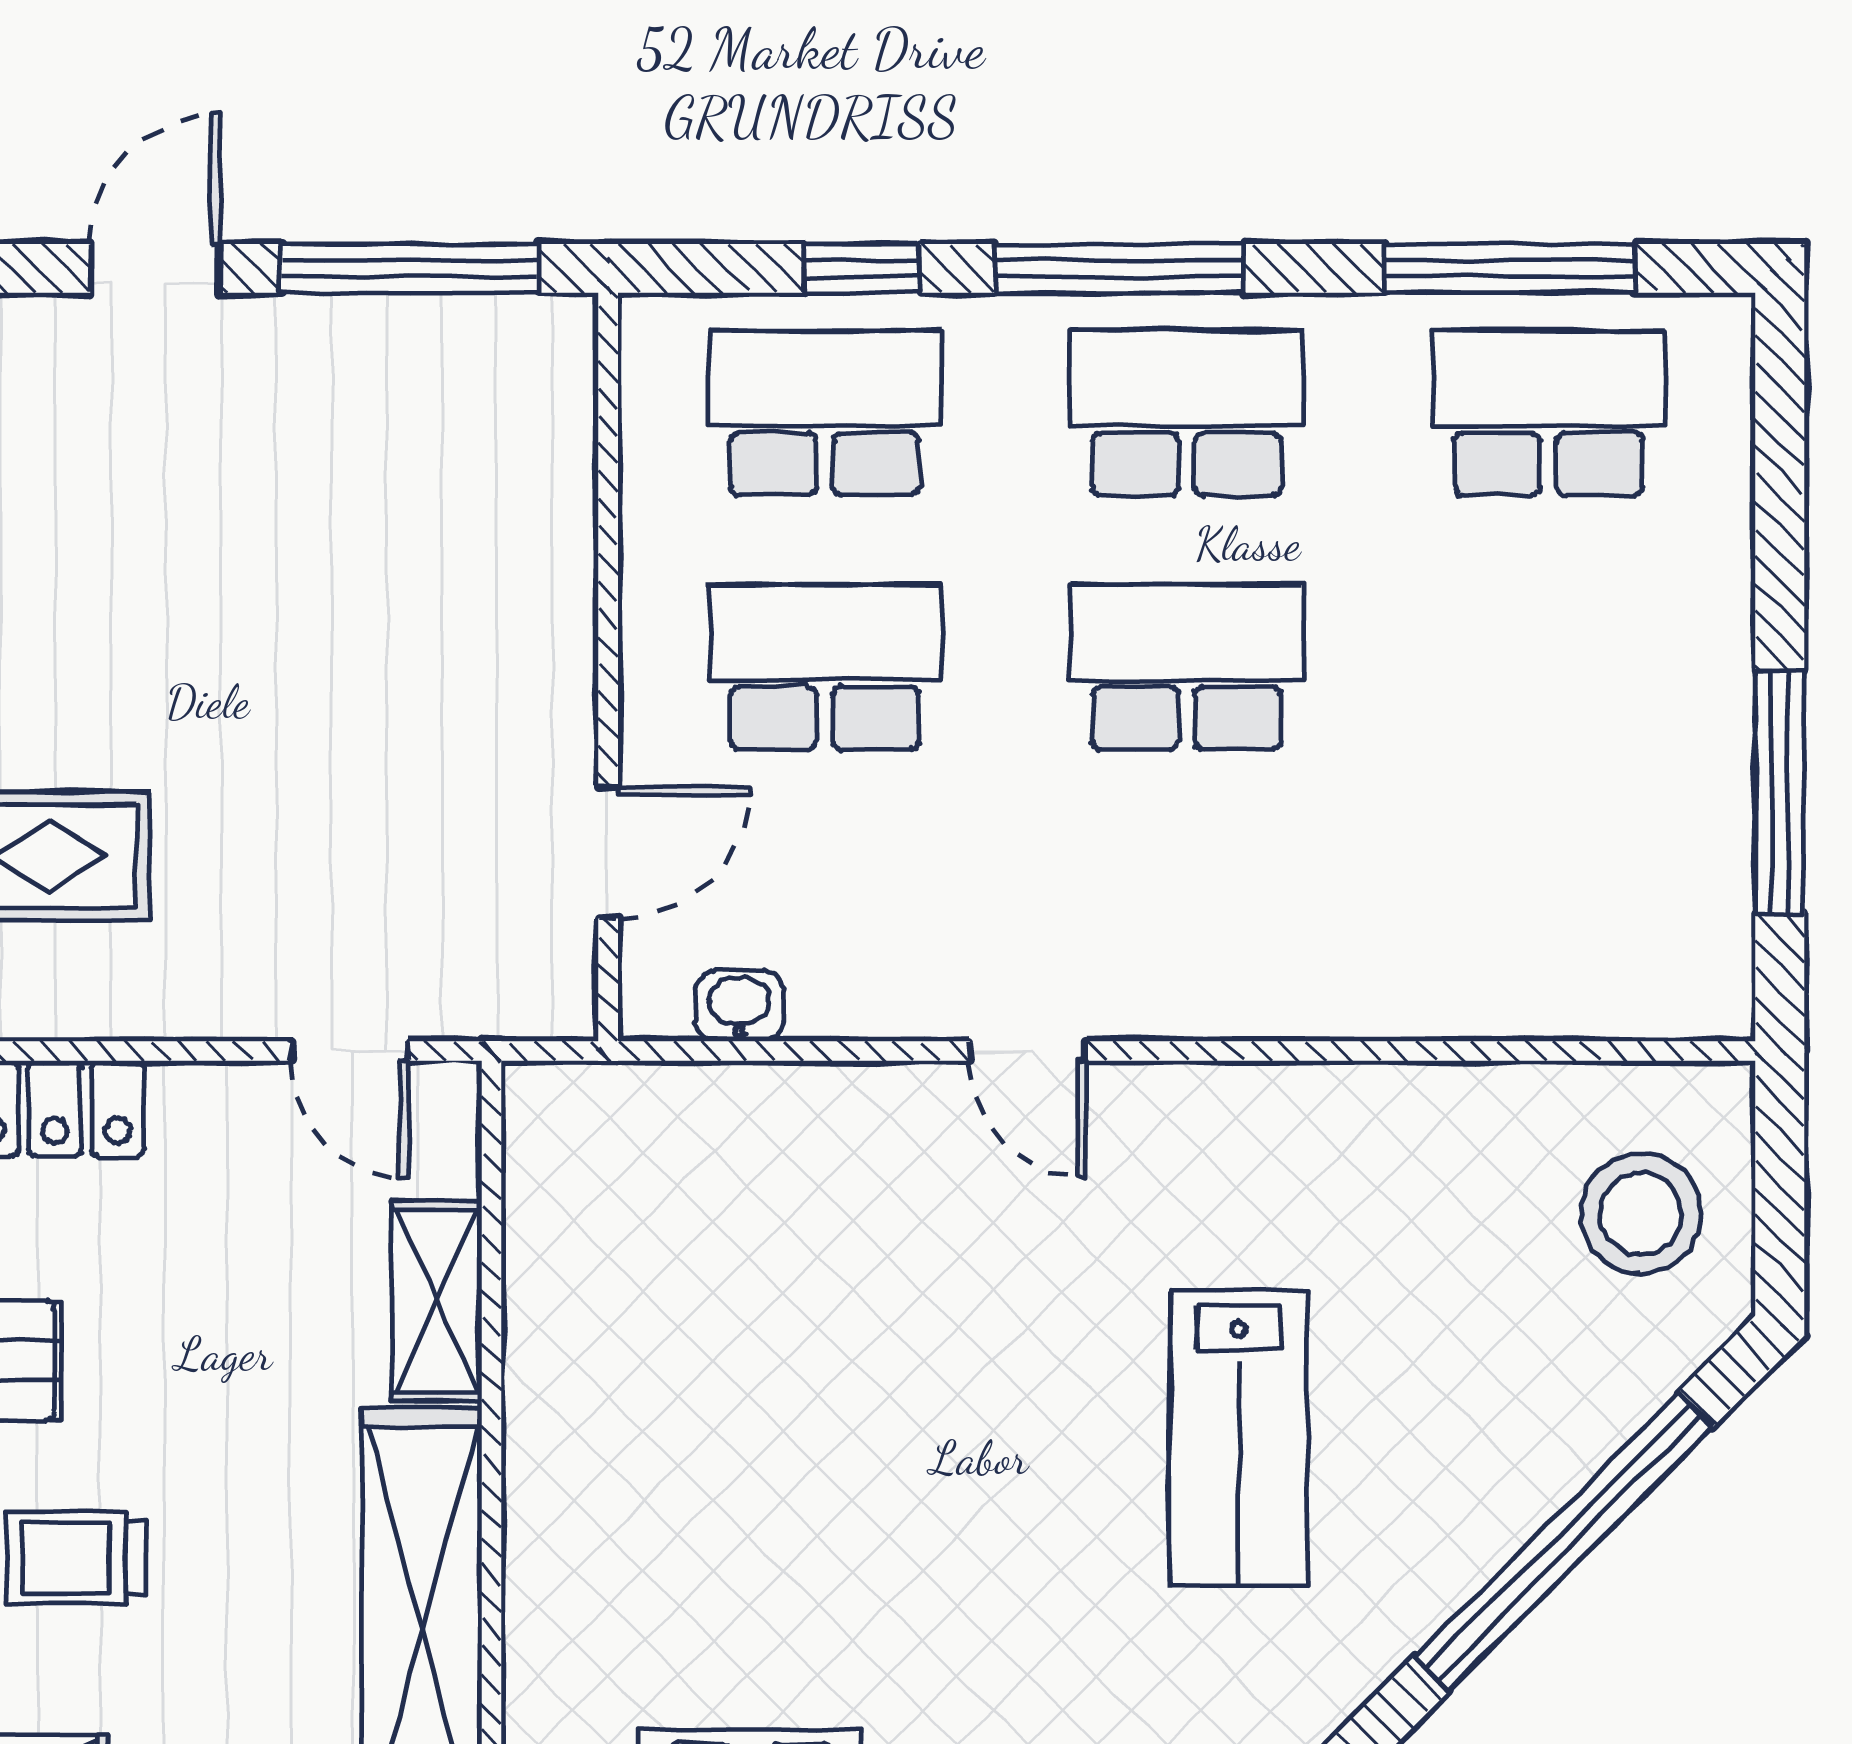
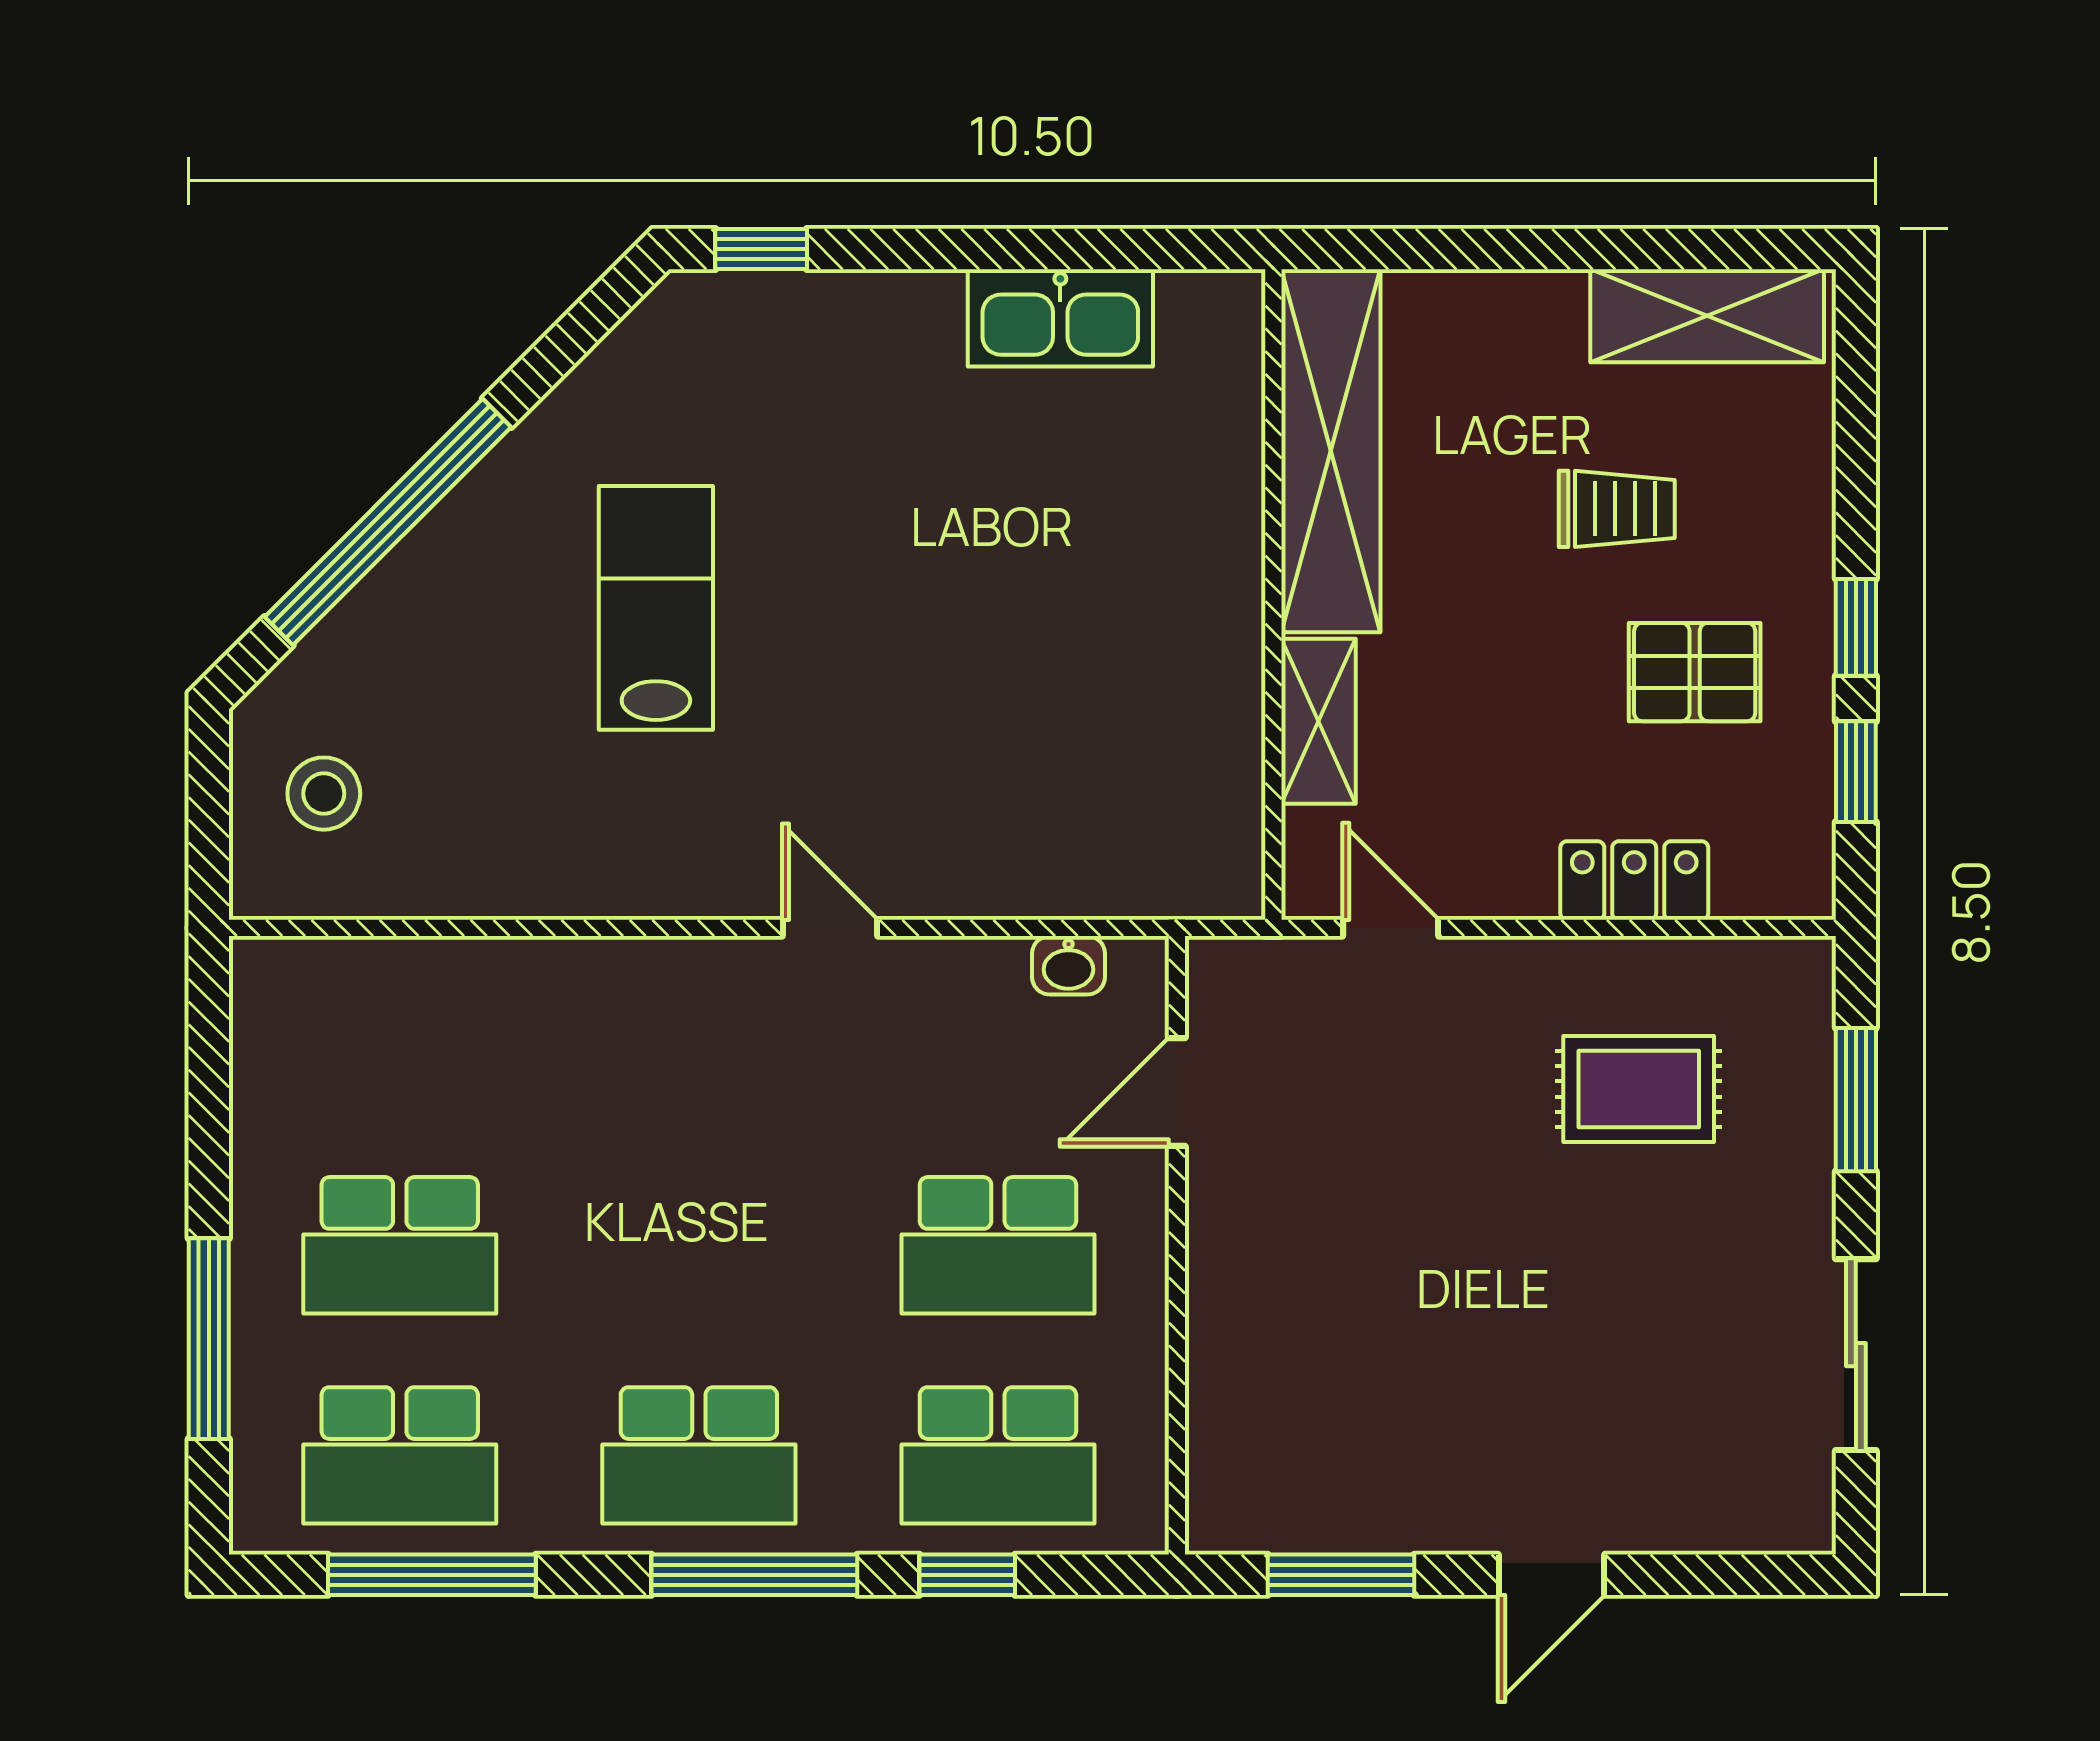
window: (410, 268) -> (1341, 1575), width x0.69
school desk: (1187, 667) -> (400, 1245), moved
window: (1780, 792) -> (209, 1339), moved
stool: (1641, 1214) -> (324, 794), width x0.73, depth x0.73

